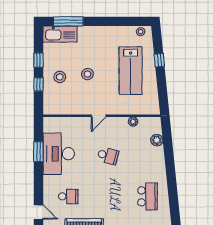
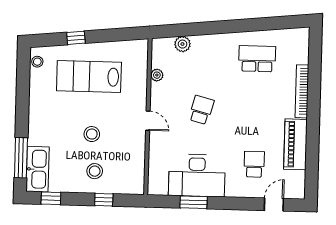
window: (38, 60) -> (51, 198), moved
lab bench: (131, 71) -> (89, 76), turned 180

